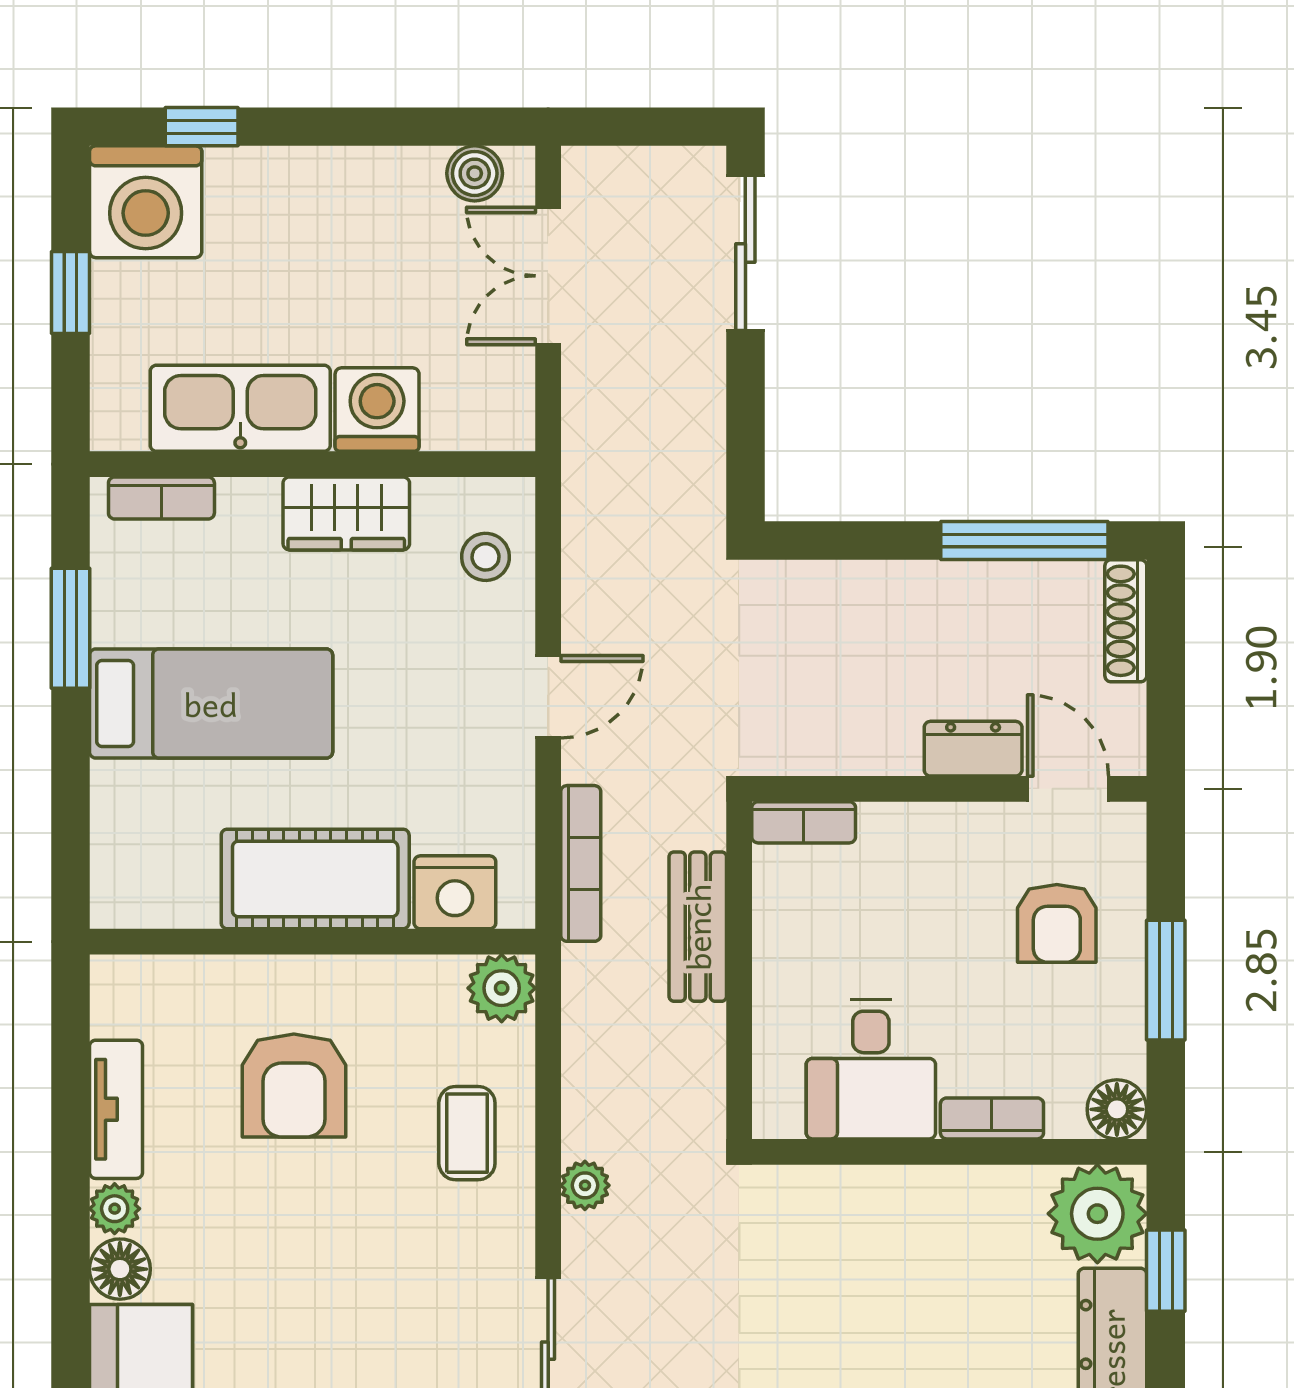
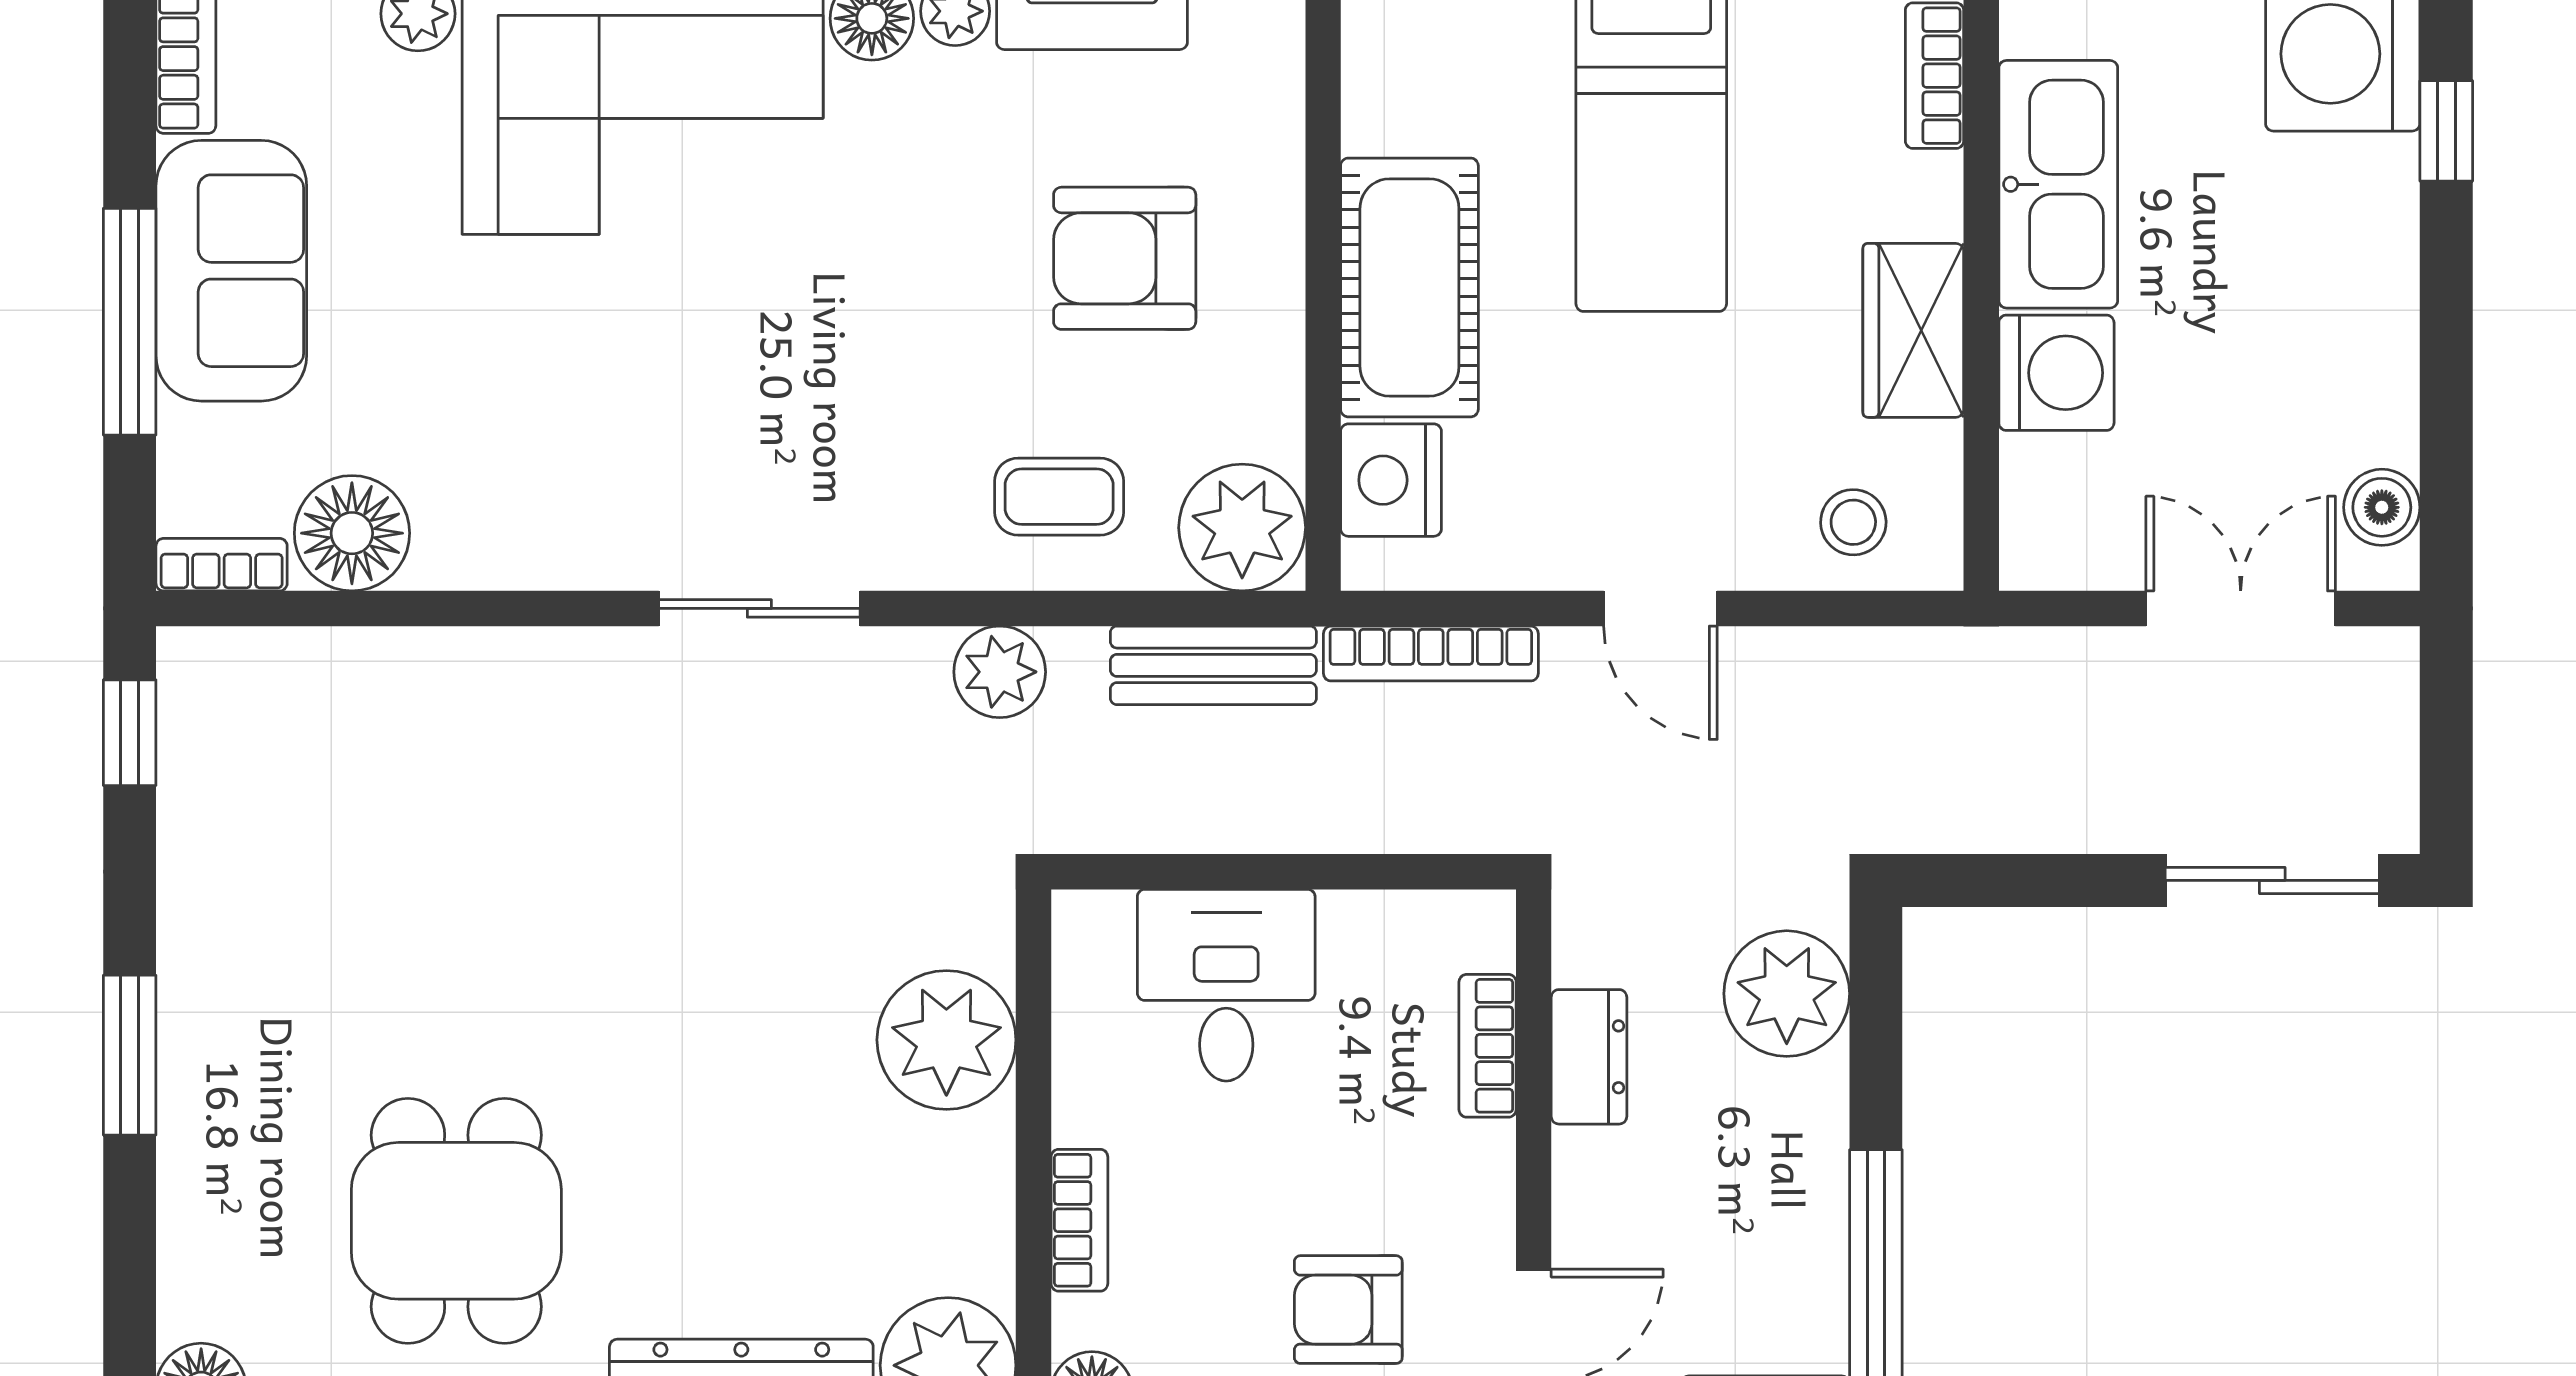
plant: (828, 605) -> (1787, 994), added
dresser: (973, 749) -> (1589, 1057), moved
bookcase: (804, 822) -> (1488, 1046), moved
bench: (698, 927) -> (1213, 665), moved
plant: (502, 988) -> (1242, 528), width x1.36, depth x1.36
desk: (871, 1069) -> (1226, 985), moved, turned 90
plant: (585, 1185) -> (1000, 672), width x1.38, depth x1.38
plant: (861, 1215) -> (946, 1040), added

